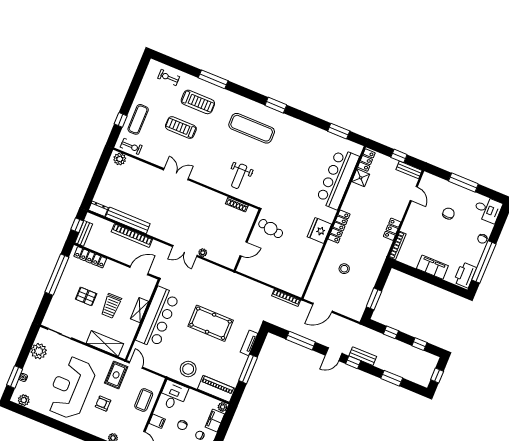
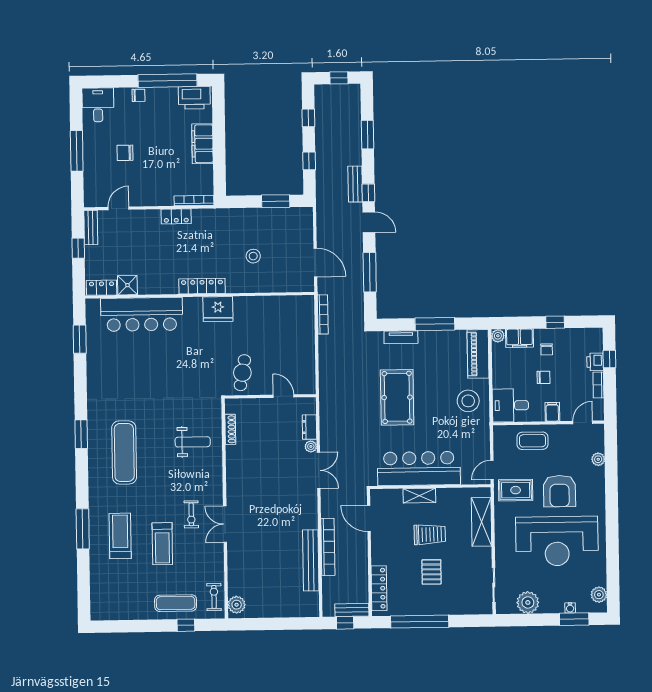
exercise bike: (169, 77) -> (191, 514), moved
dresser: (98, 209) -> (309, 427), moved
armchair: (103, 404) -> (559, 491), width x1.88, depth x1.88

